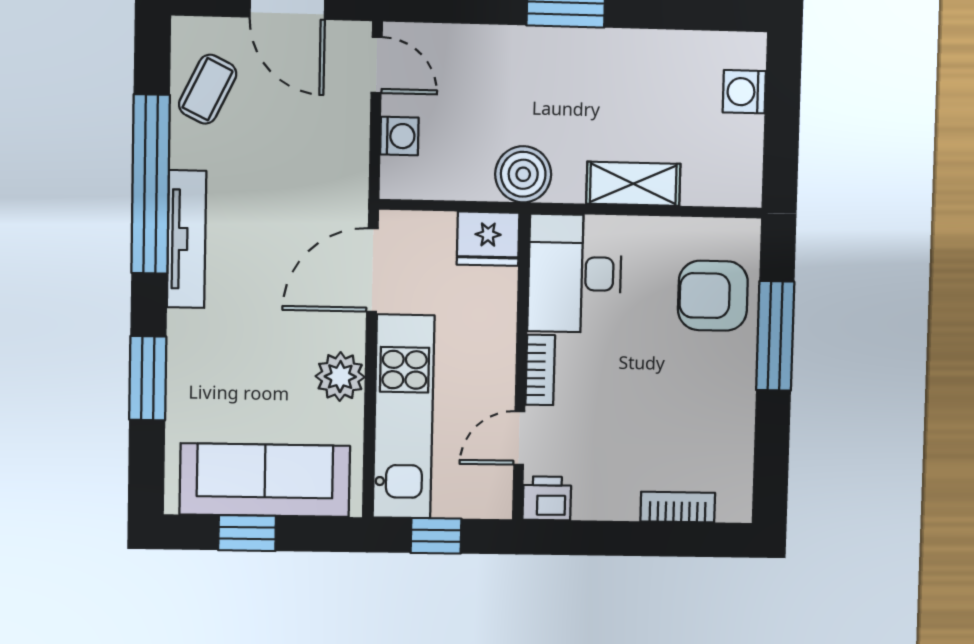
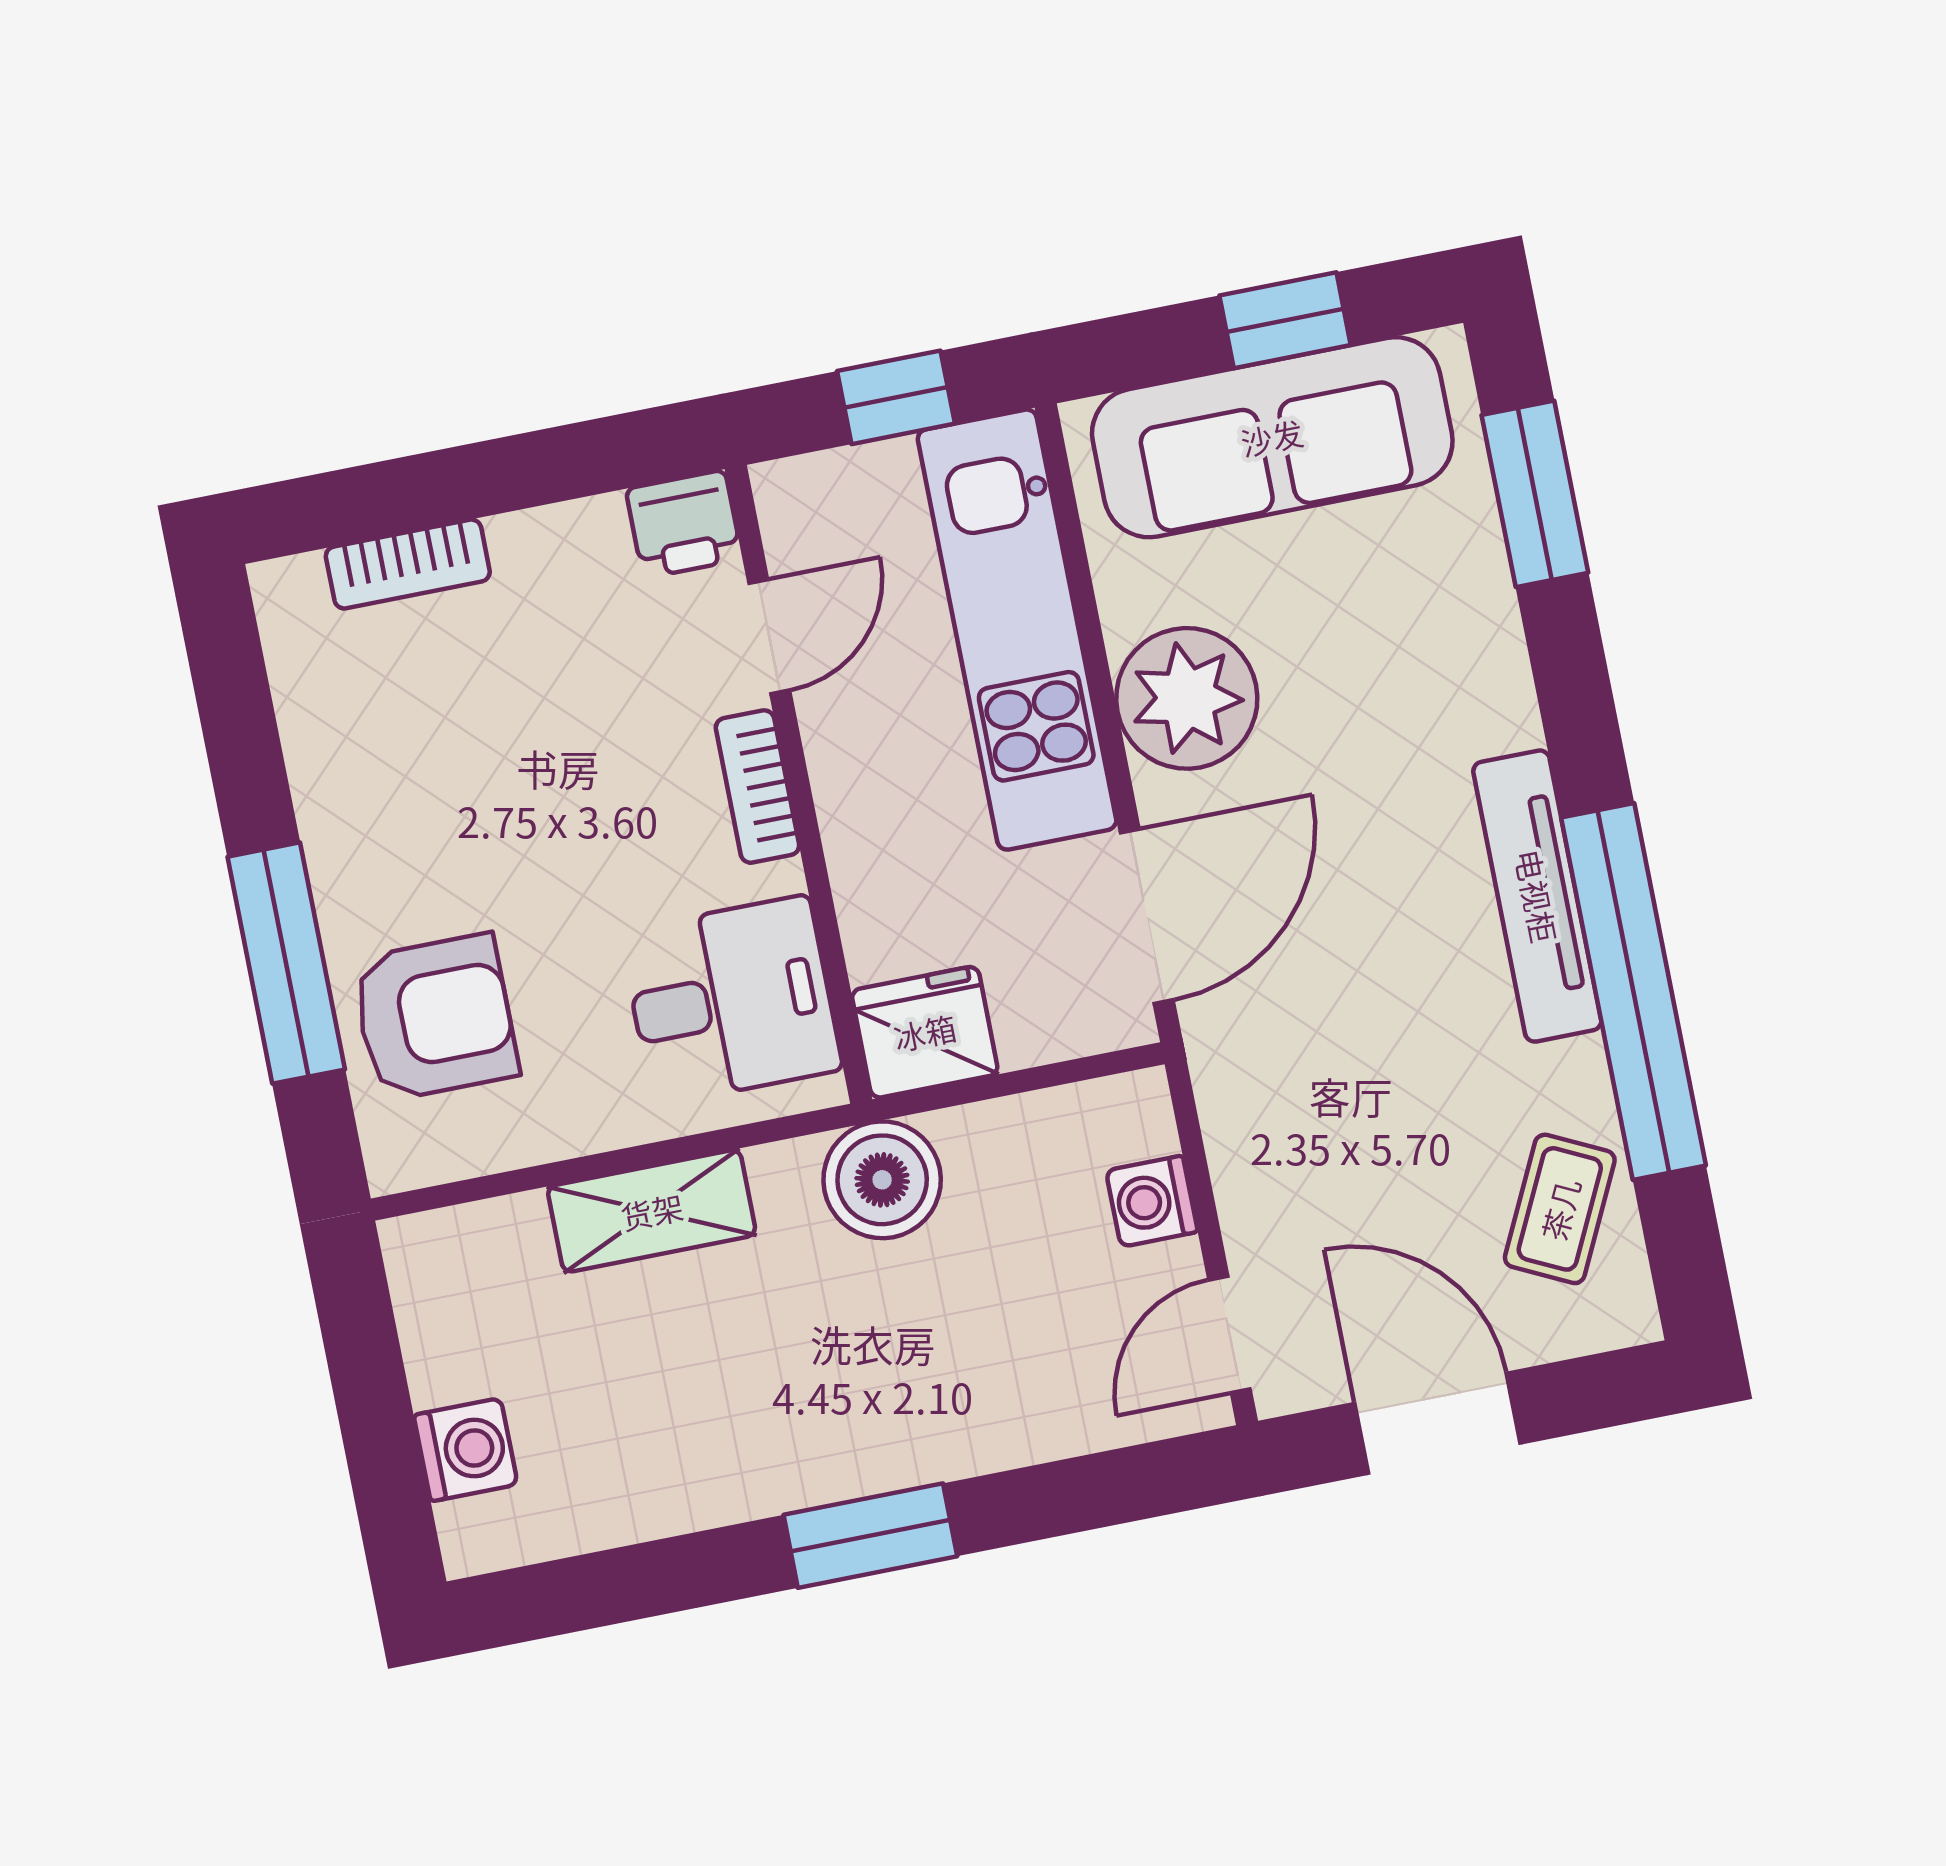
door: (377, 65) -> (1230, 1335), hinge flipped
desk: (575, 273) -> (731, 1000), width x0.73
plant: (340, 377) -> (1187, 698), width x1.36, depth x1.36
window: (148, 378) -> (1535, 494), moved

